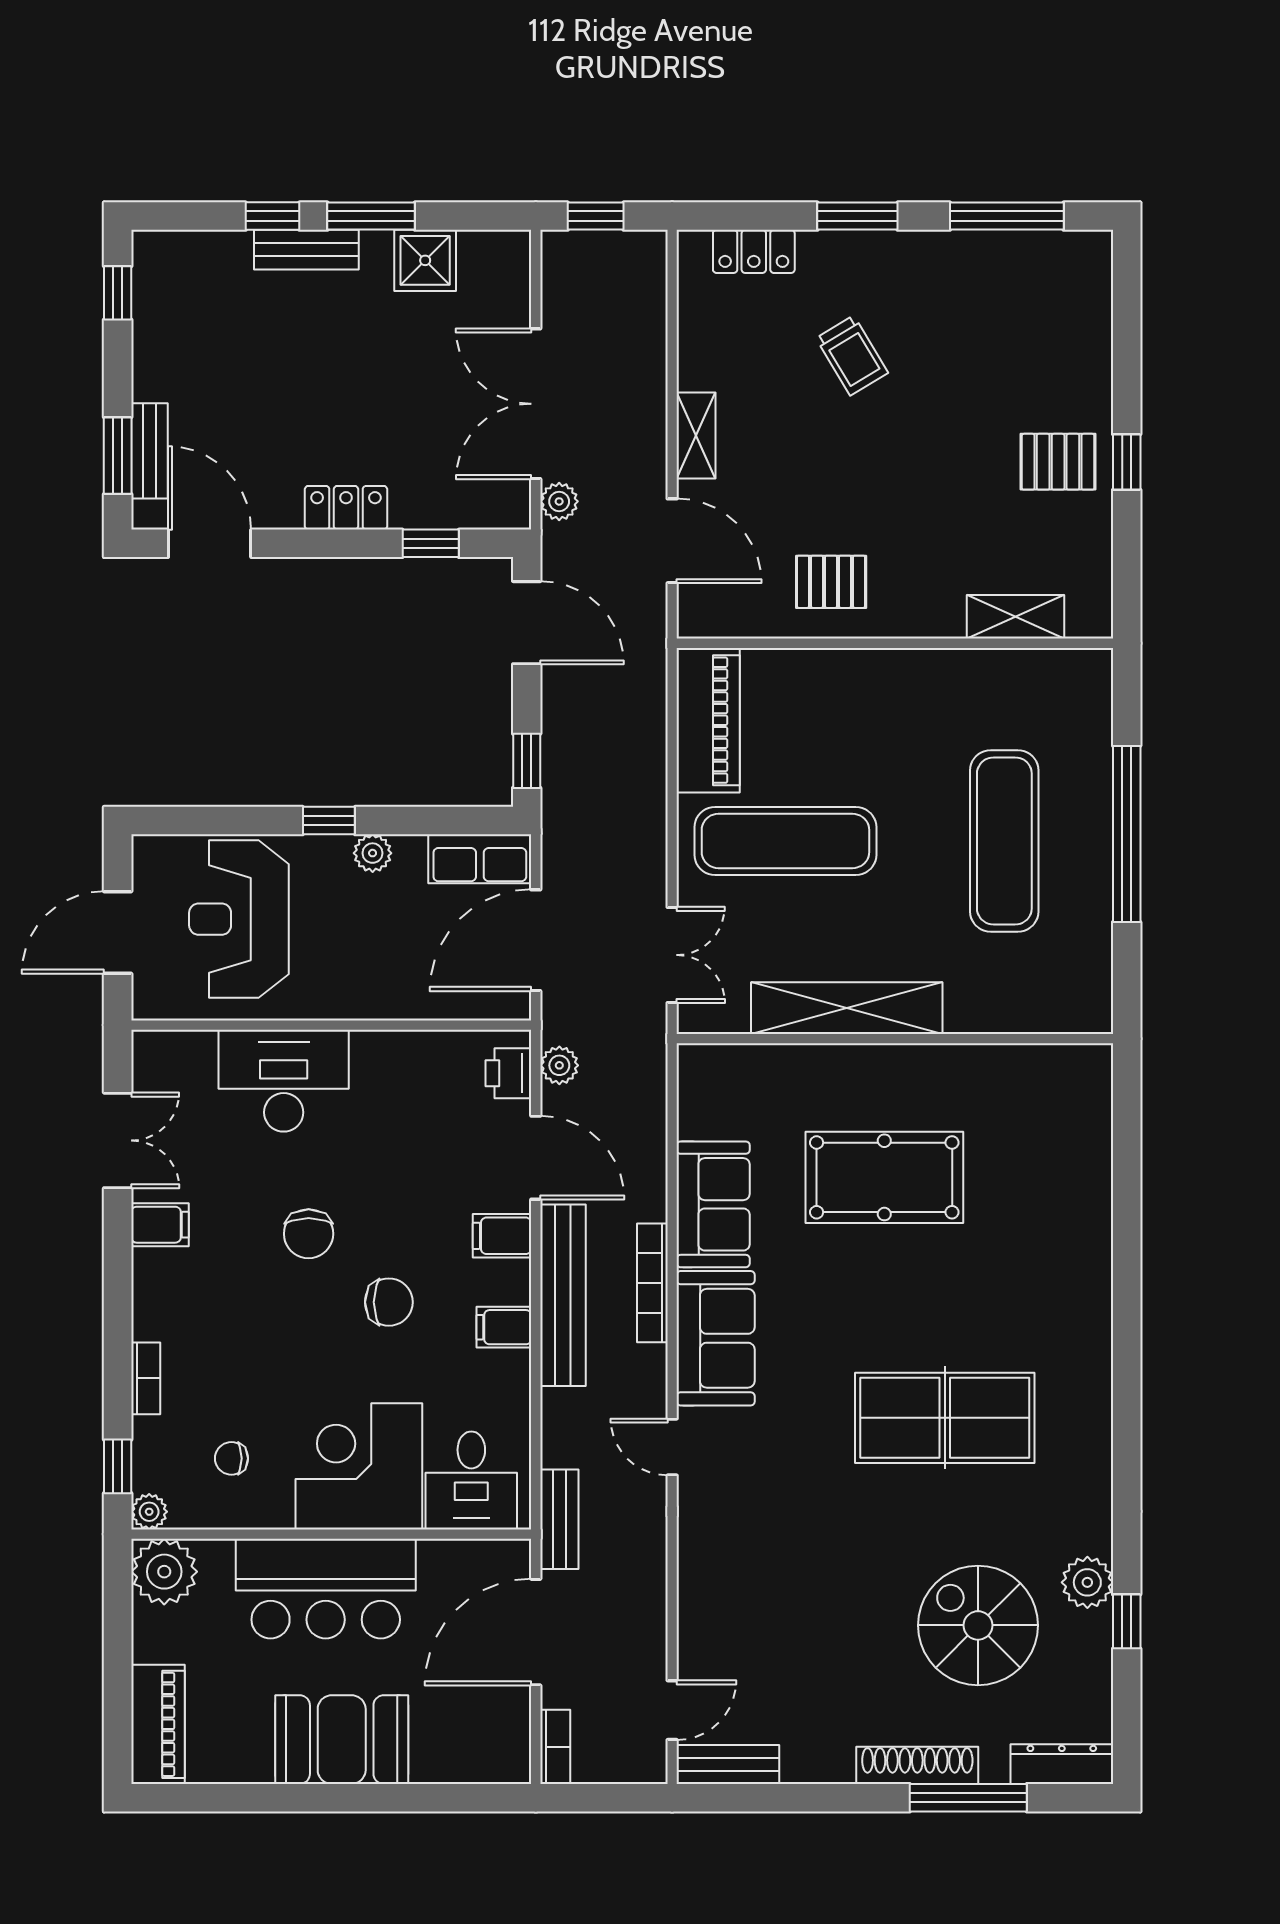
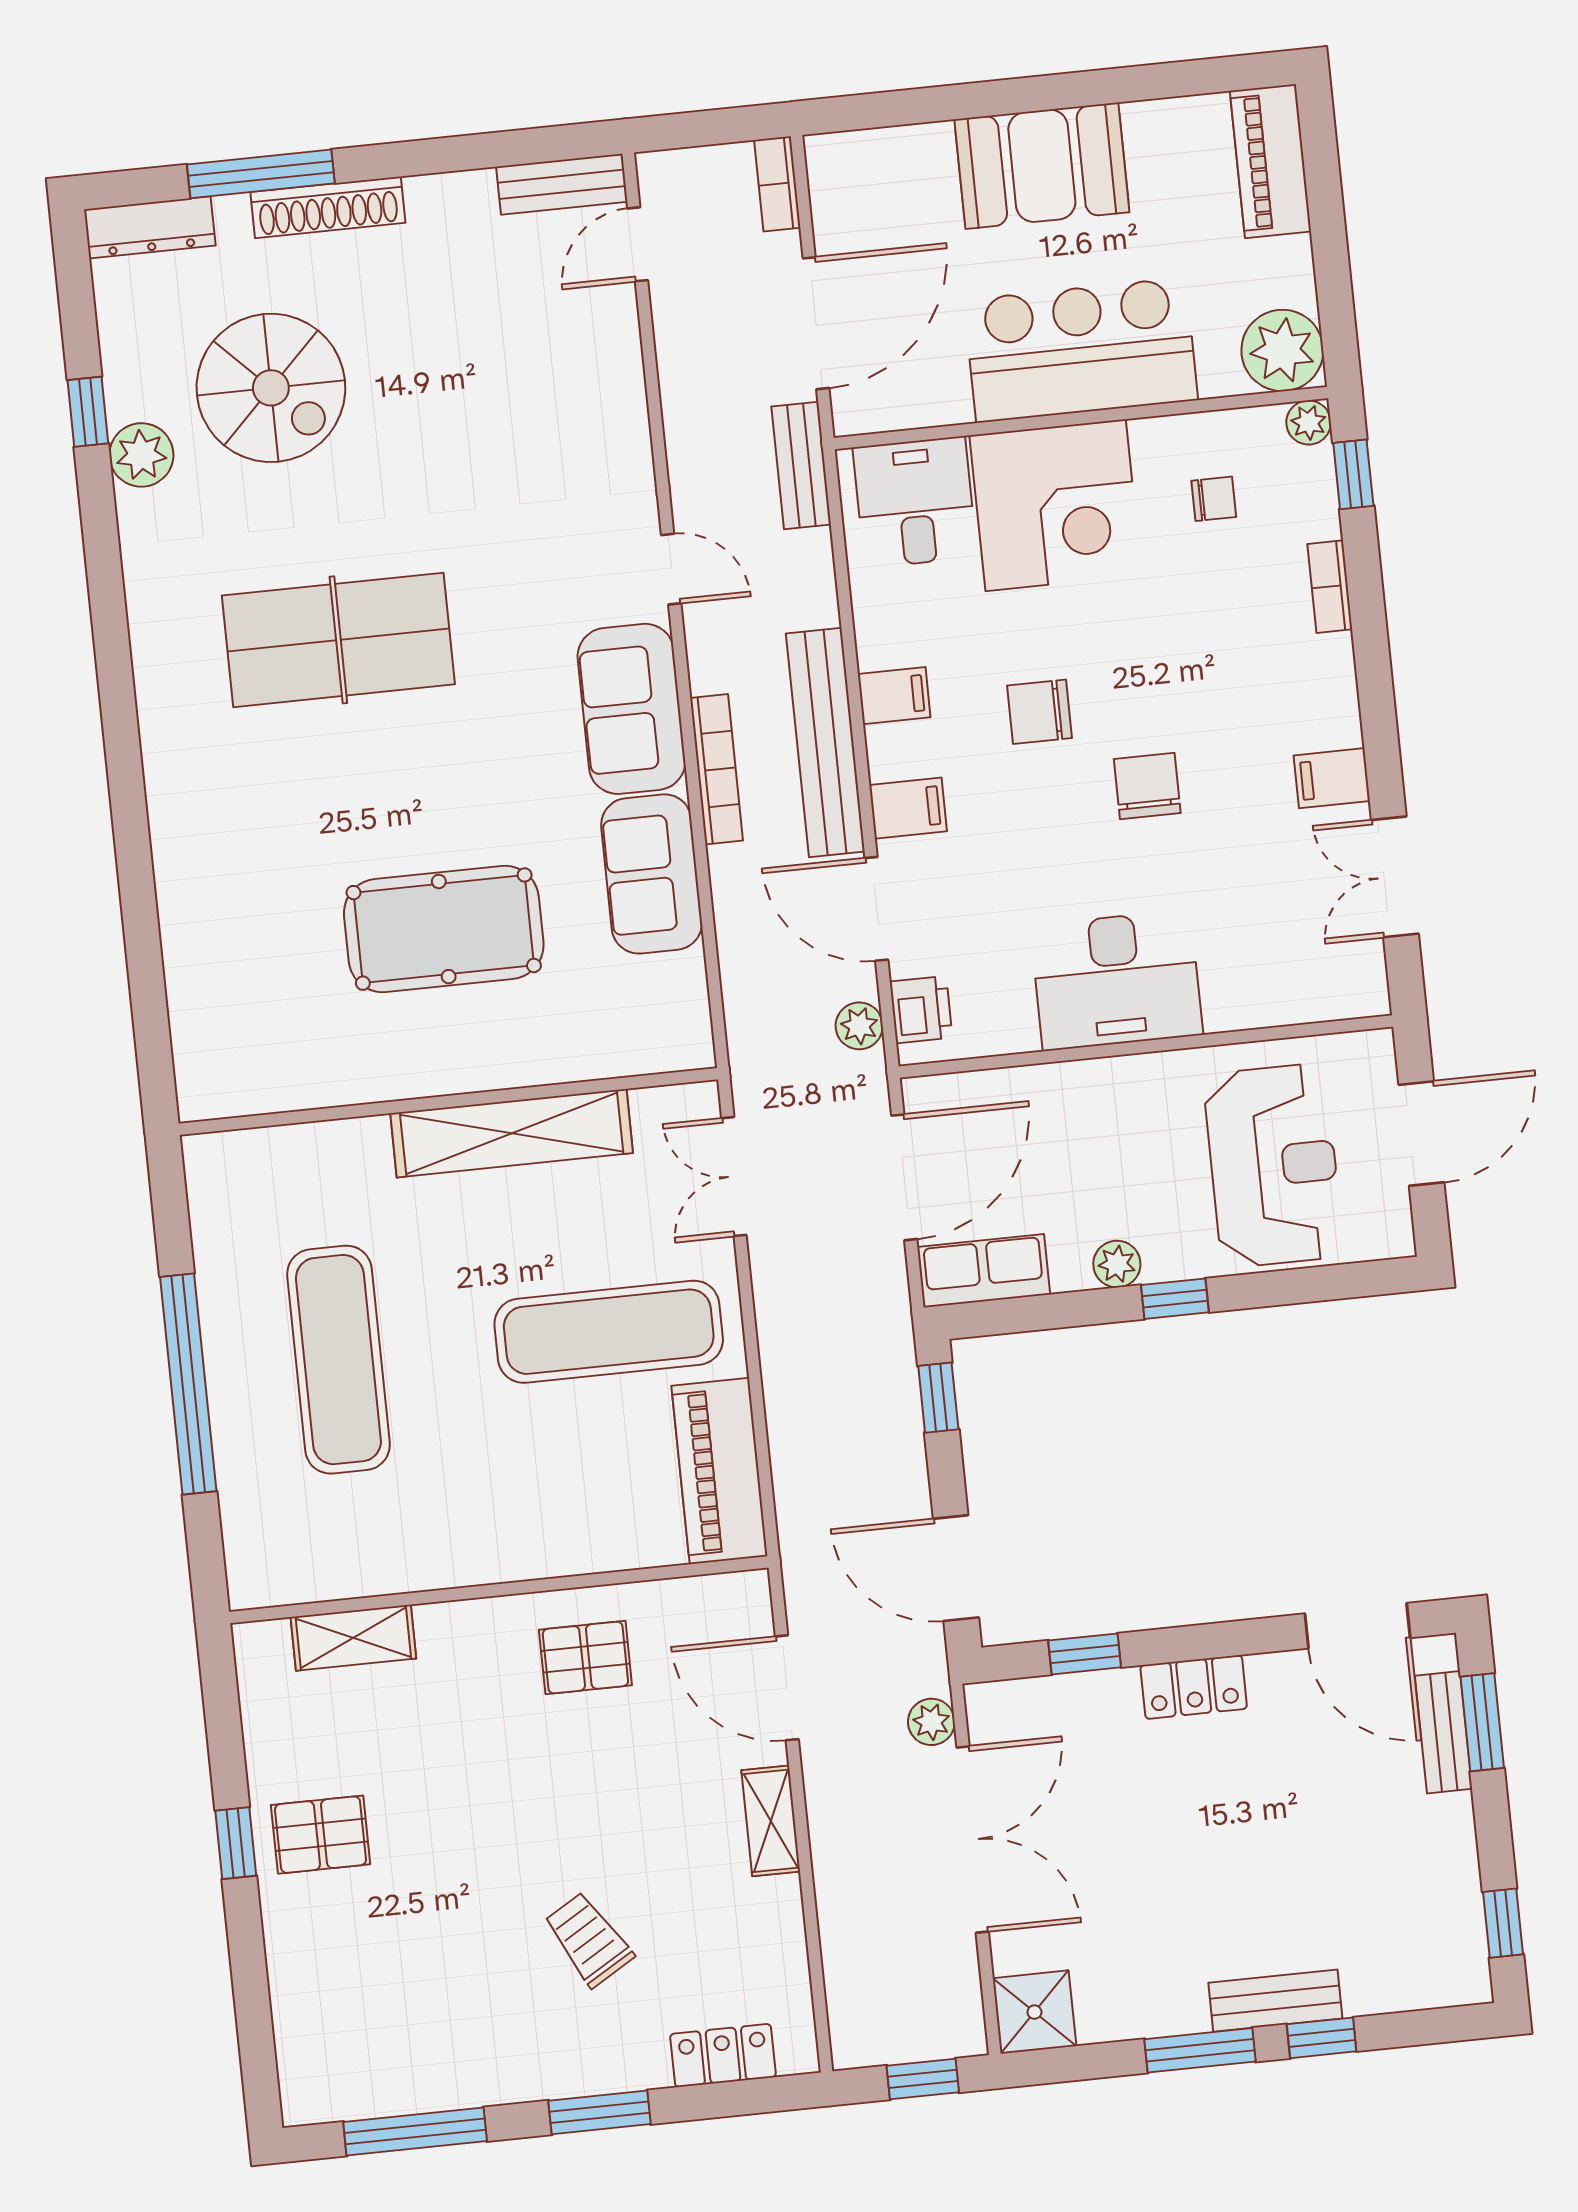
shower: (425, 260) -> (1034, 2012), moved
desk: (284, 1081) -> (1117, 980), moved

